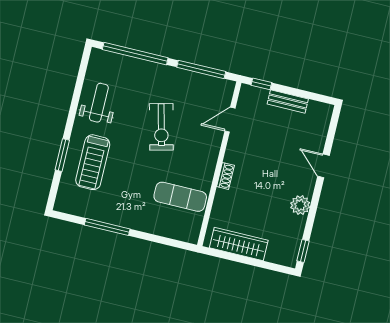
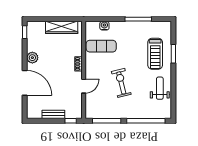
weight bench: (99, 103) -> (160, 88), turned 180
door: (230, 120) -> (84, 86), moved
treadmill: (93, 162) -> (155, 54), turned 180
door: (323, 166) -> (25, 83), width x1.87
water cooler: (167, 230) -> (104, 26), added

